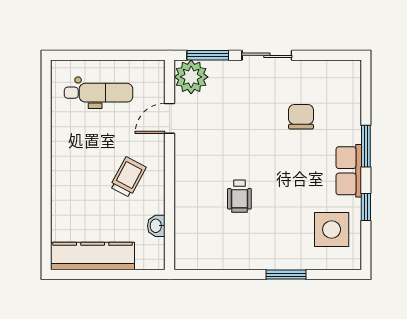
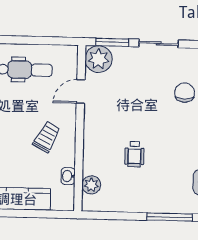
plant: (186, 236) -> (91, 185), added
window: (286, 275) -> (170, 217), width x1.44

